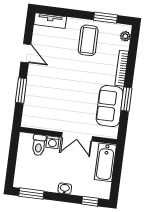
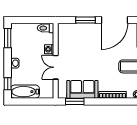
door: (26, 53) -> (114, 20), width x1.87
window: (126, 99) -> (75, 101), moved
toilet: (39, 145) -> (46, 28), moved
bathtub: (105, 162) -> (25, 92), moved

